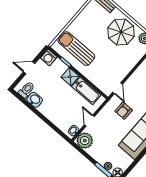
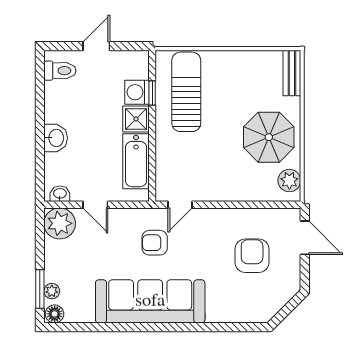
washing machine: (49, 58) -> (137, 92), moved
door: (29, 68) -> (96, 46), hinge flipped
washbasin: (35, 100) -> (56, 138), moved
door: (89, 121) -> (95, 205), swing flipped

